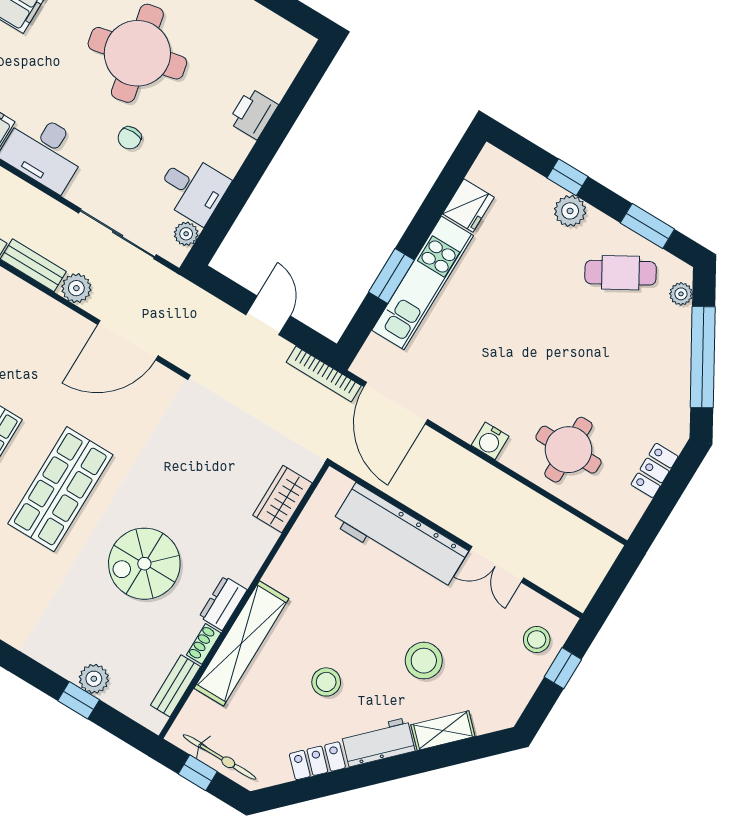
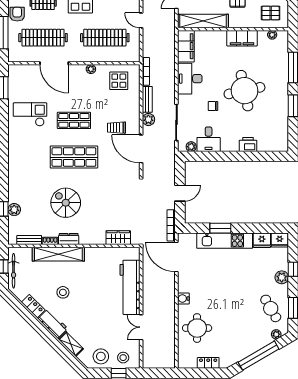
fridge: (490, 168) -> (280, 240), added
trolley: (53, 364) -> (117, 128), added
door: (396, 403) -> (176, 257), hinge flipped
stool: (424, 661) -> (101, 356), moved

